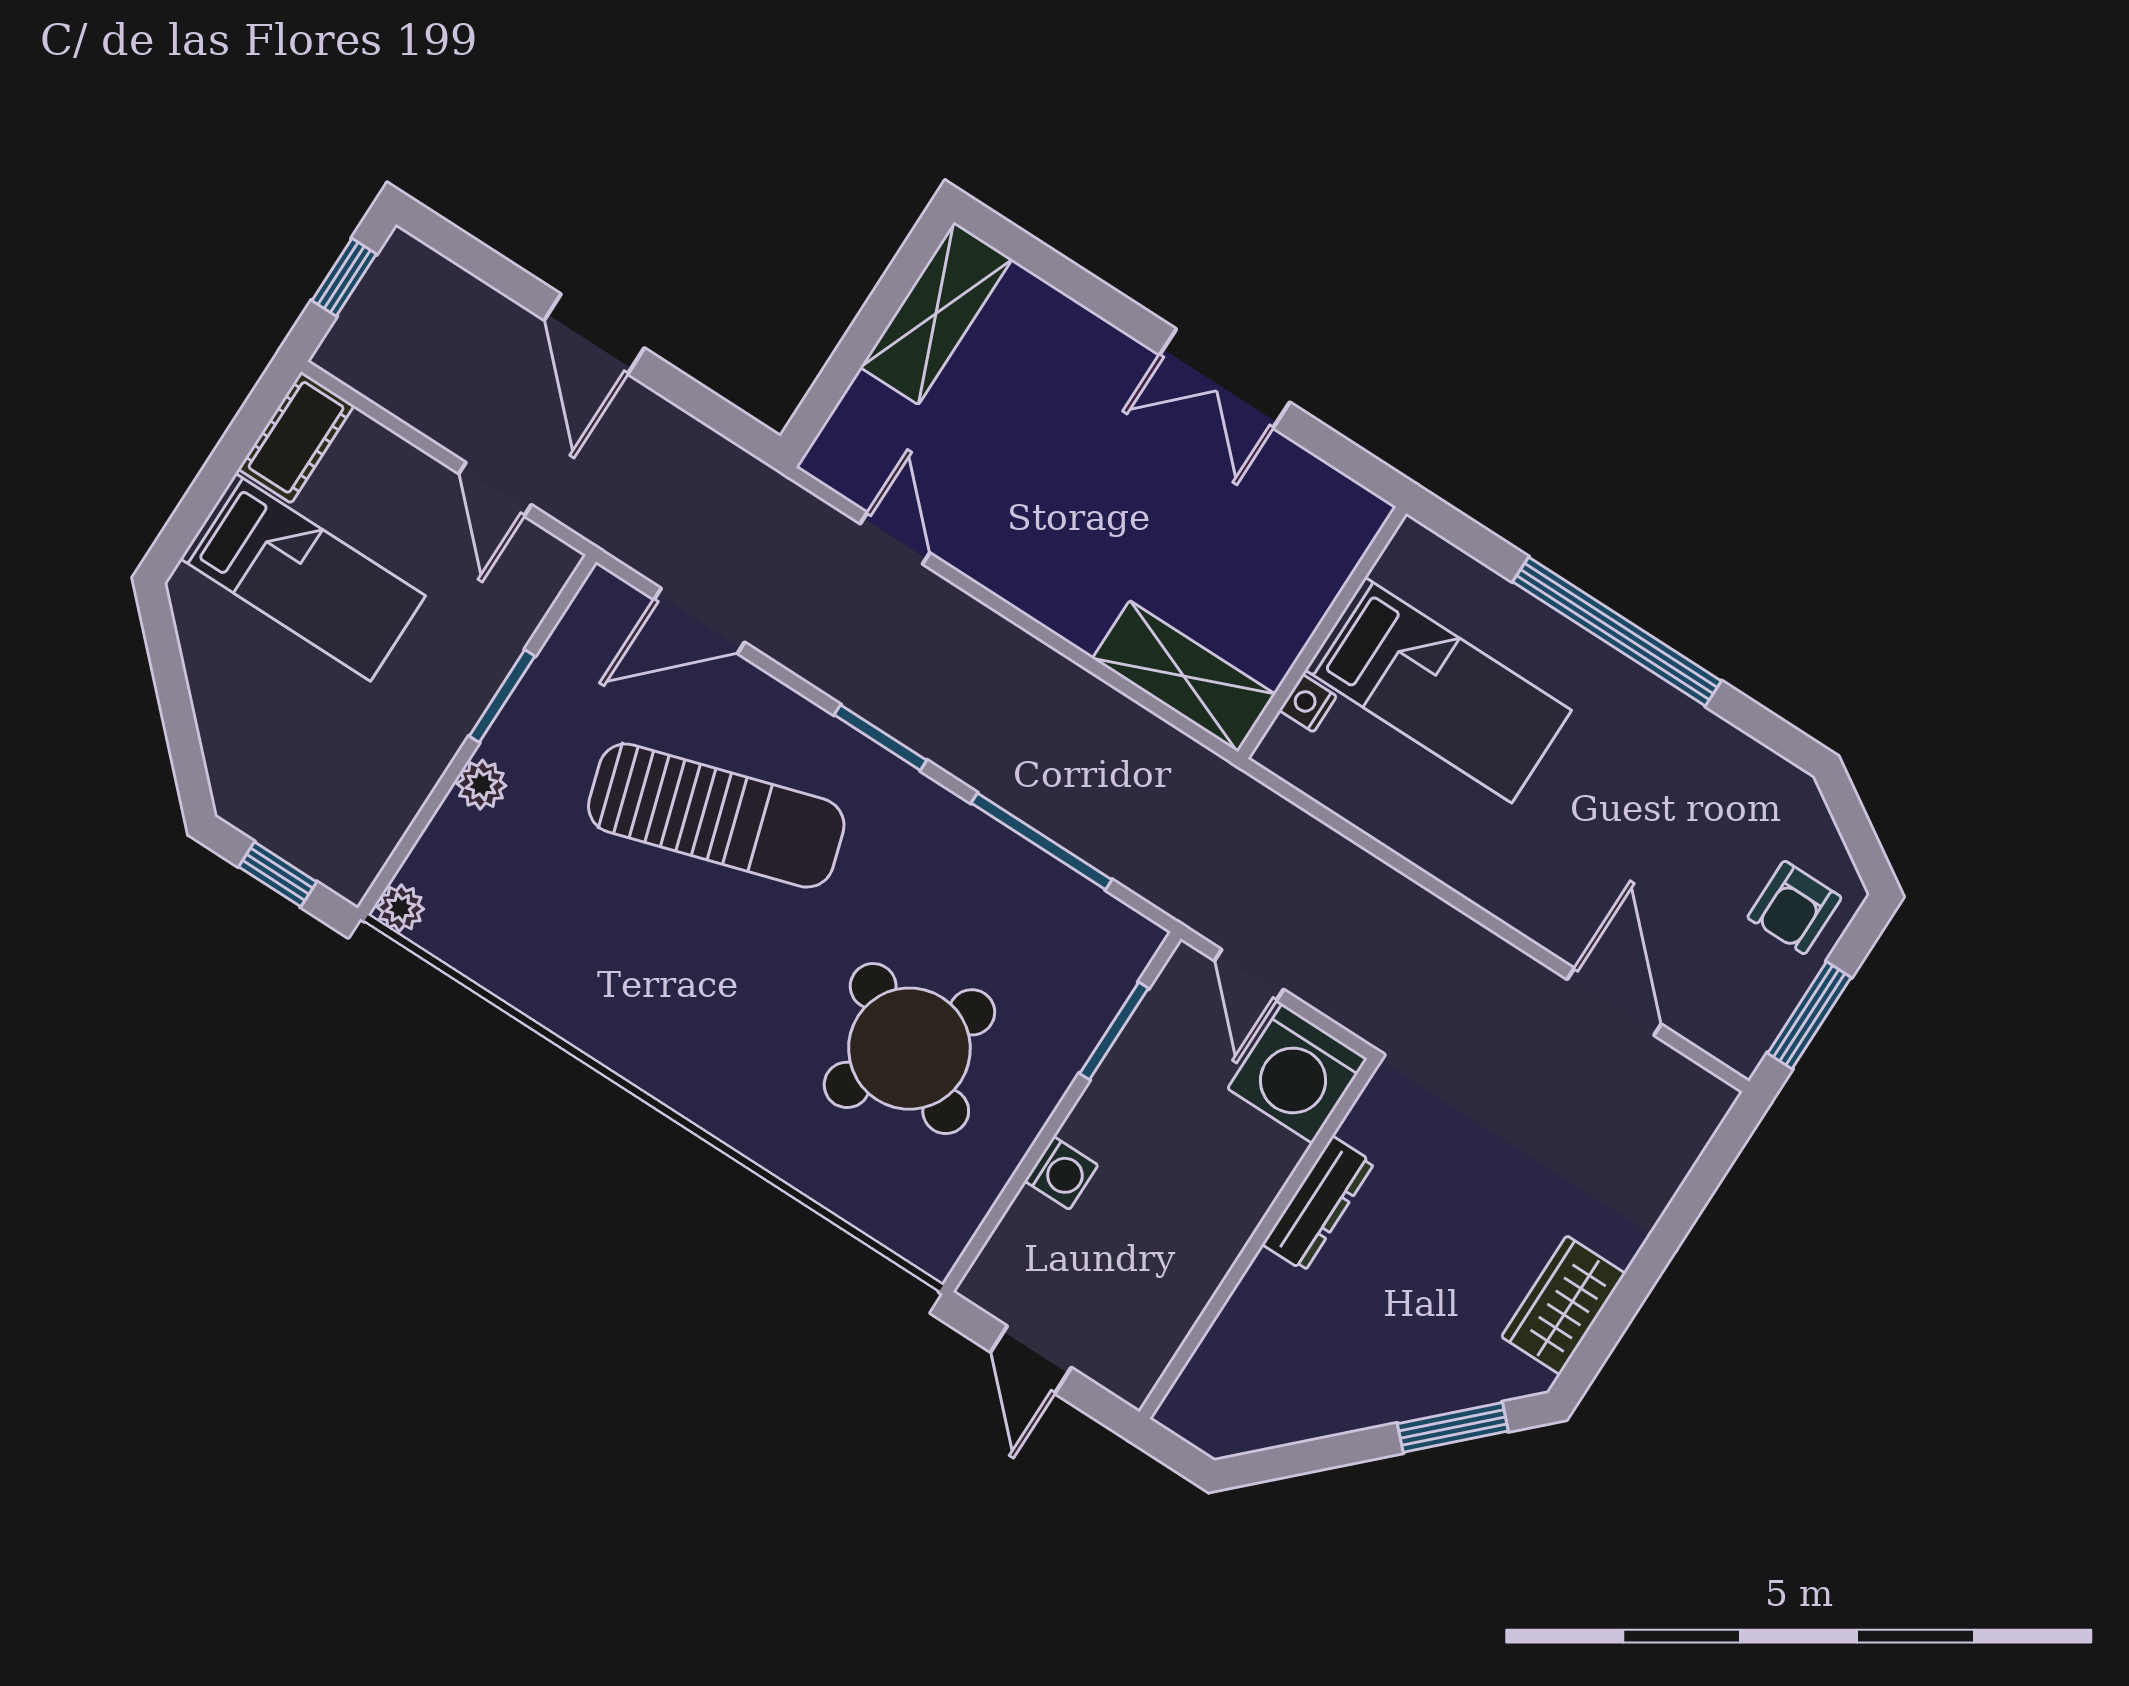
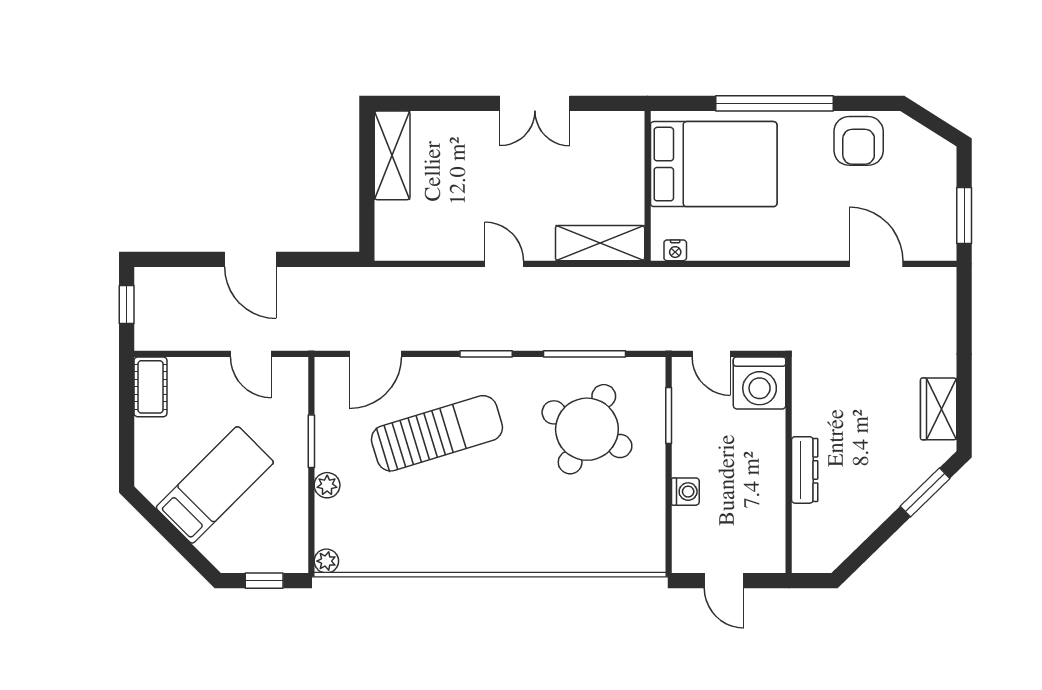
door: (895, 538) -> (504, 264), moved
bed: (303, 577) -> (215, 485), moved, turned -45
bed: (1438, 690) -> (714, 164), width x1.50
nightstand: (1308, 703) -> (675, 250), moved, turned -90
armchair: (1794, 907) -> (859, 141), moved, width x1.38, depth x1.38
round table: (909, 1049) -> (587, 429), moved
dresser: (1318, 1204) -> (805, 470), moved

